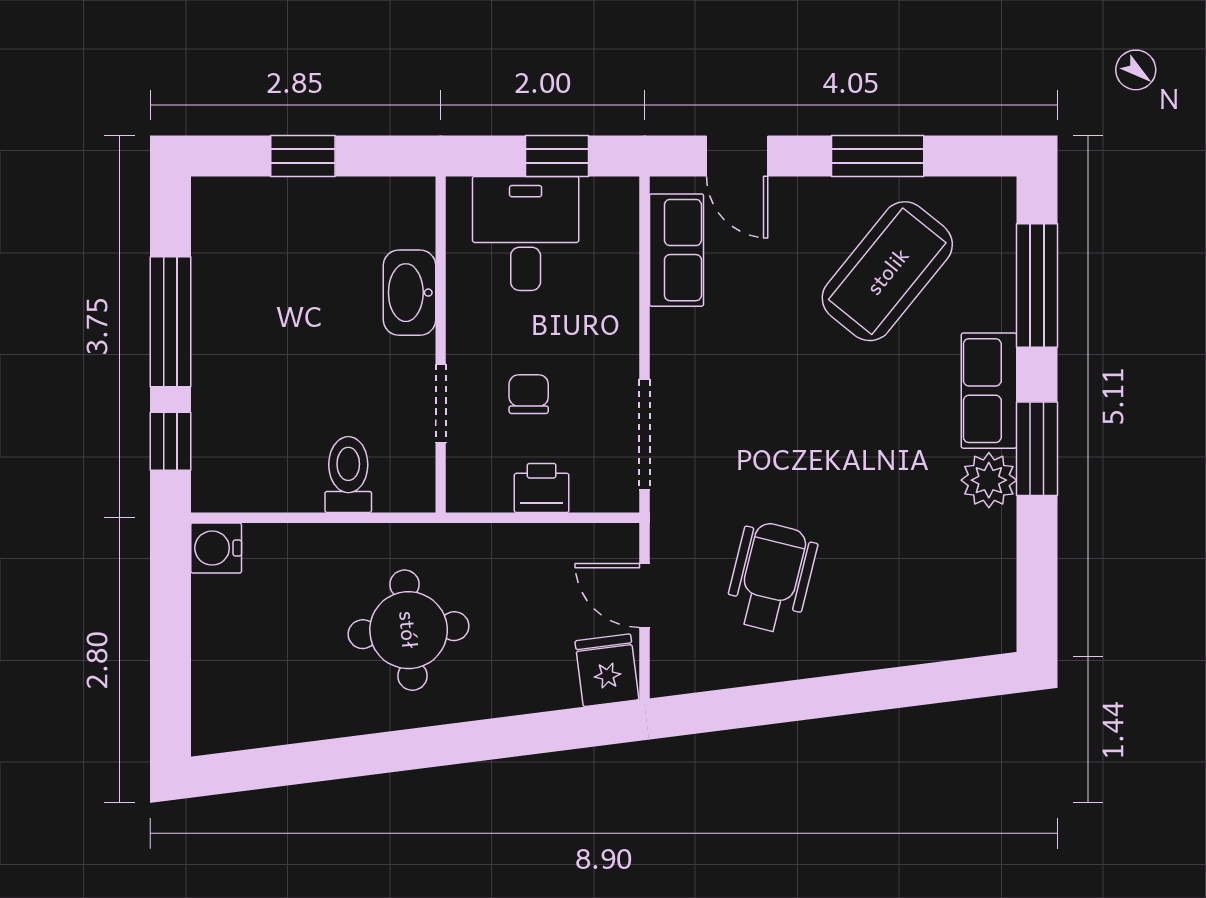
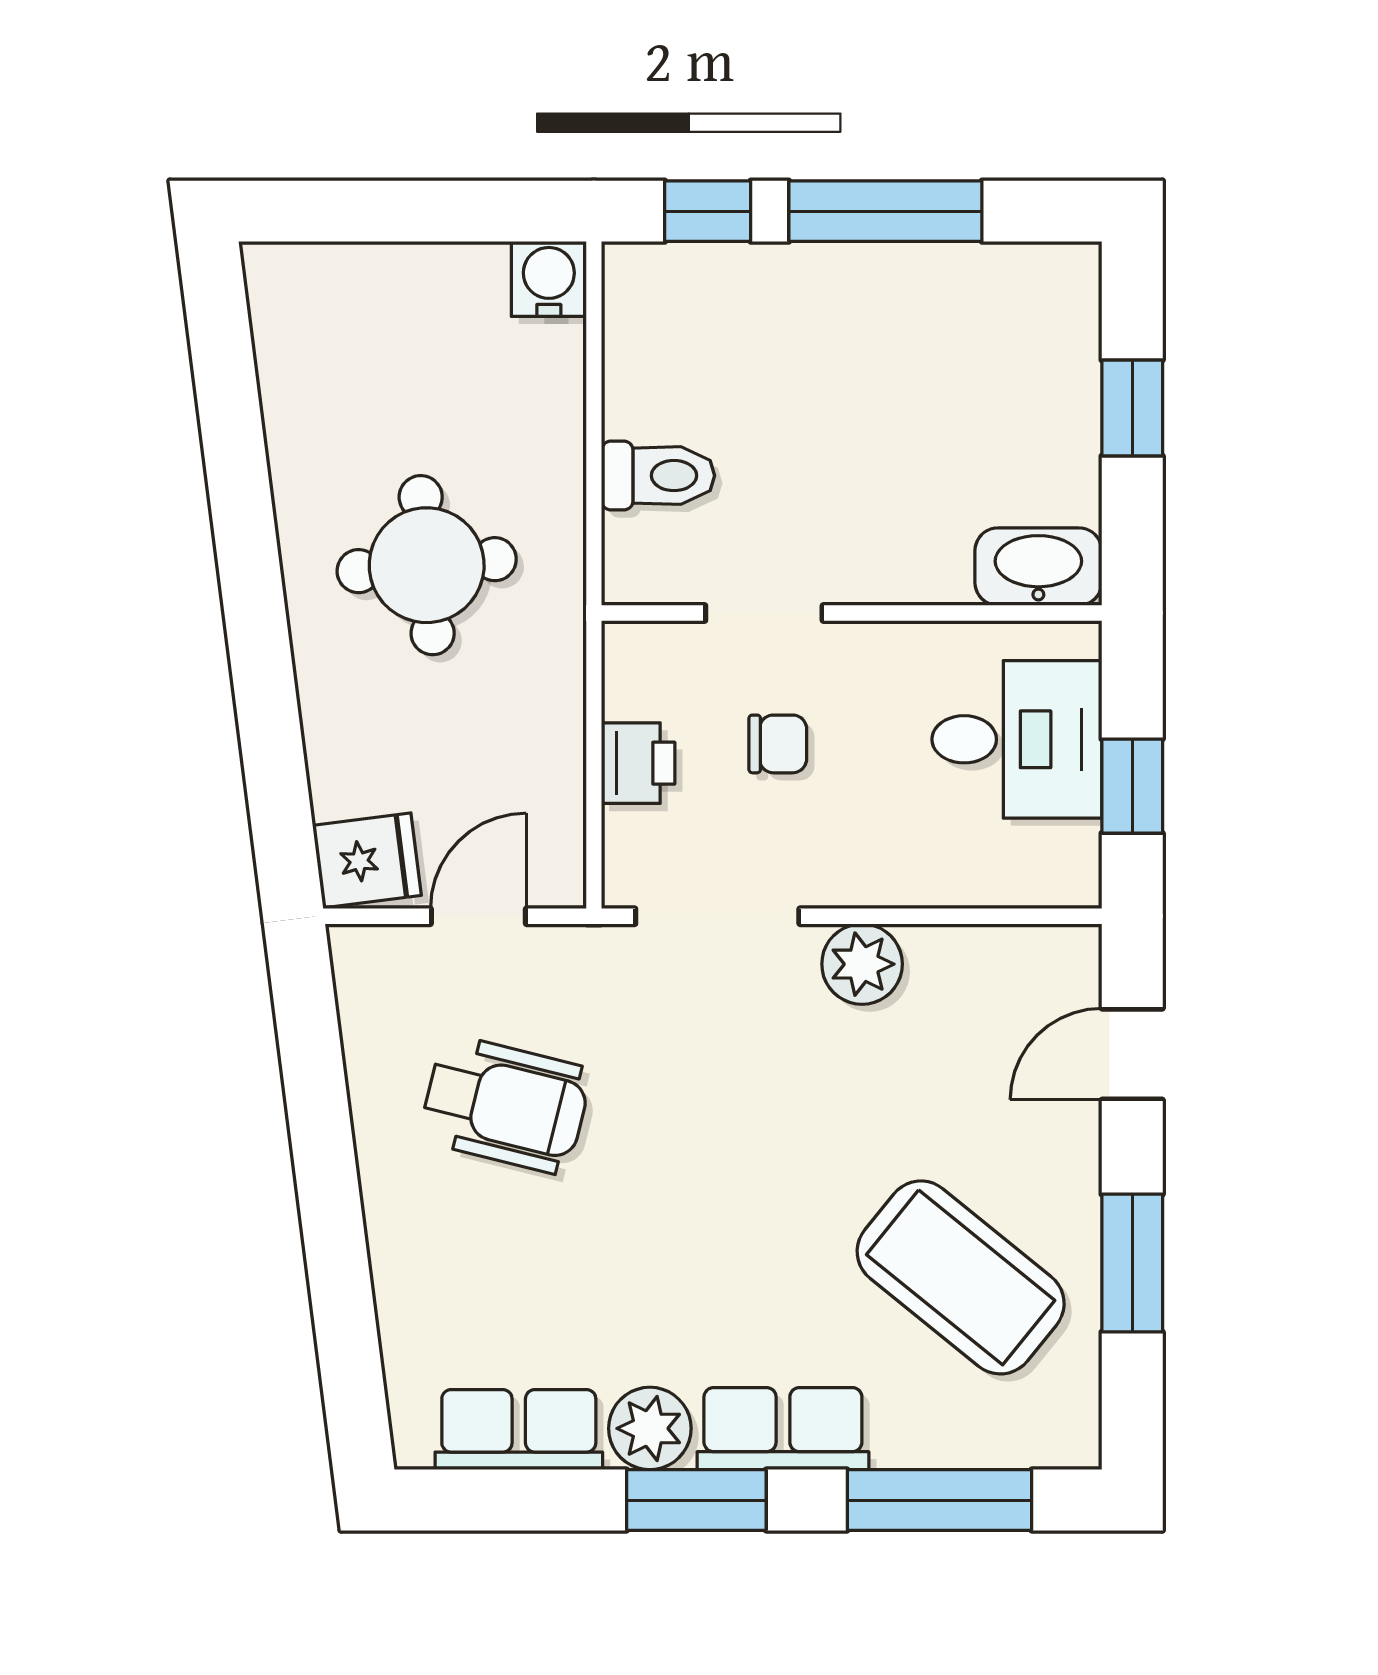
row of seats: (677, 250) -> (519, 1430), moved, turned 180
washbasin: (409, 293) -> (1038, 567), moved
plant: (677, 337) -> (862, 964), added

